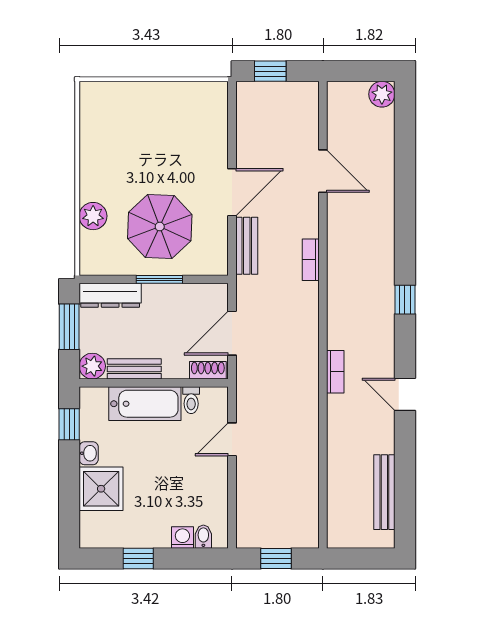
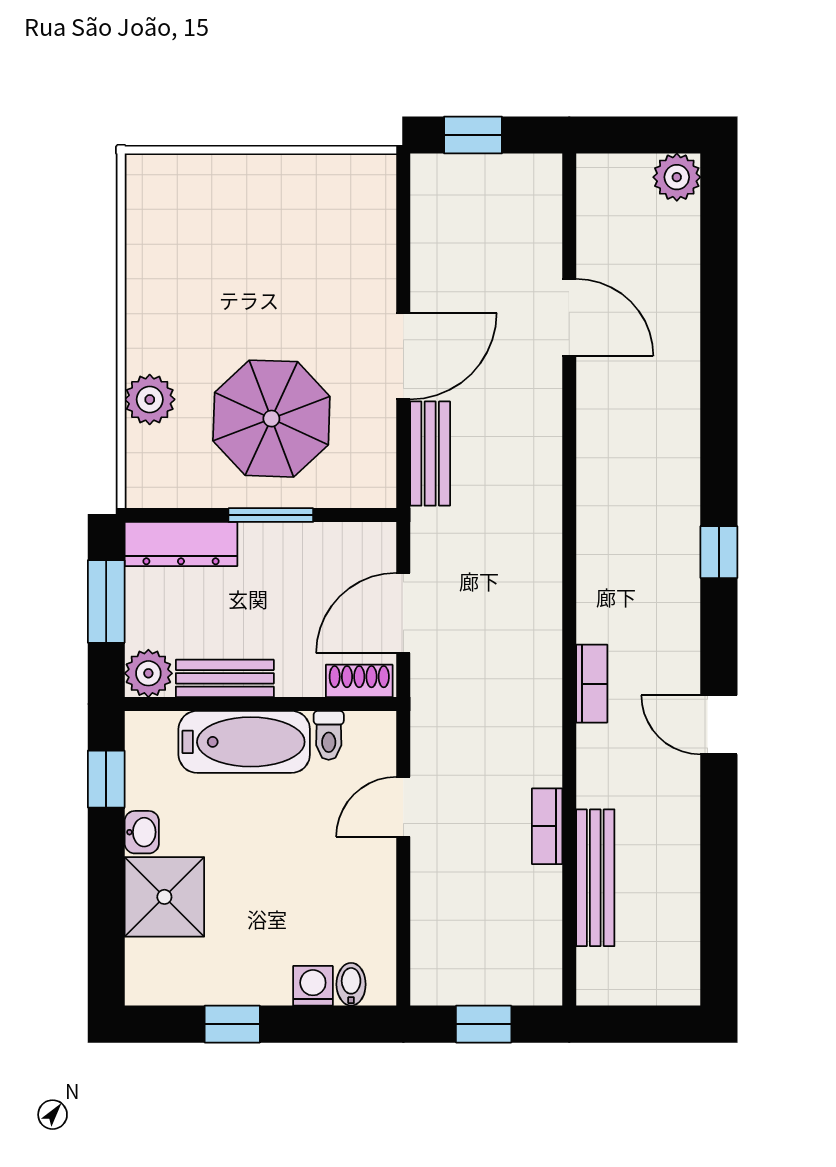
bookcase: (311, 260) -> (547, 826), moved
bench: (384, 492) -> (595, 878), moved

